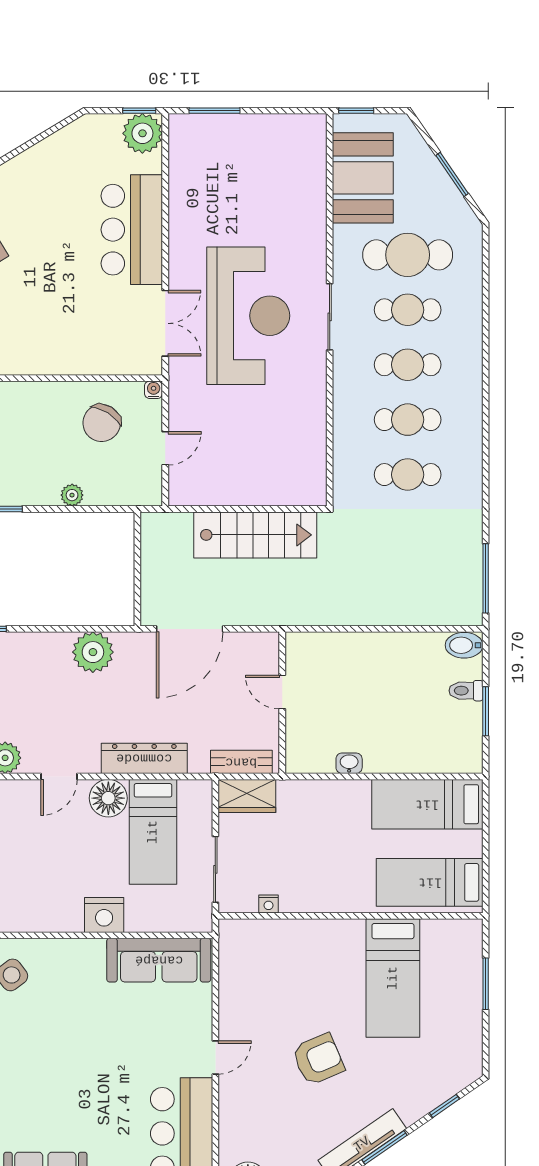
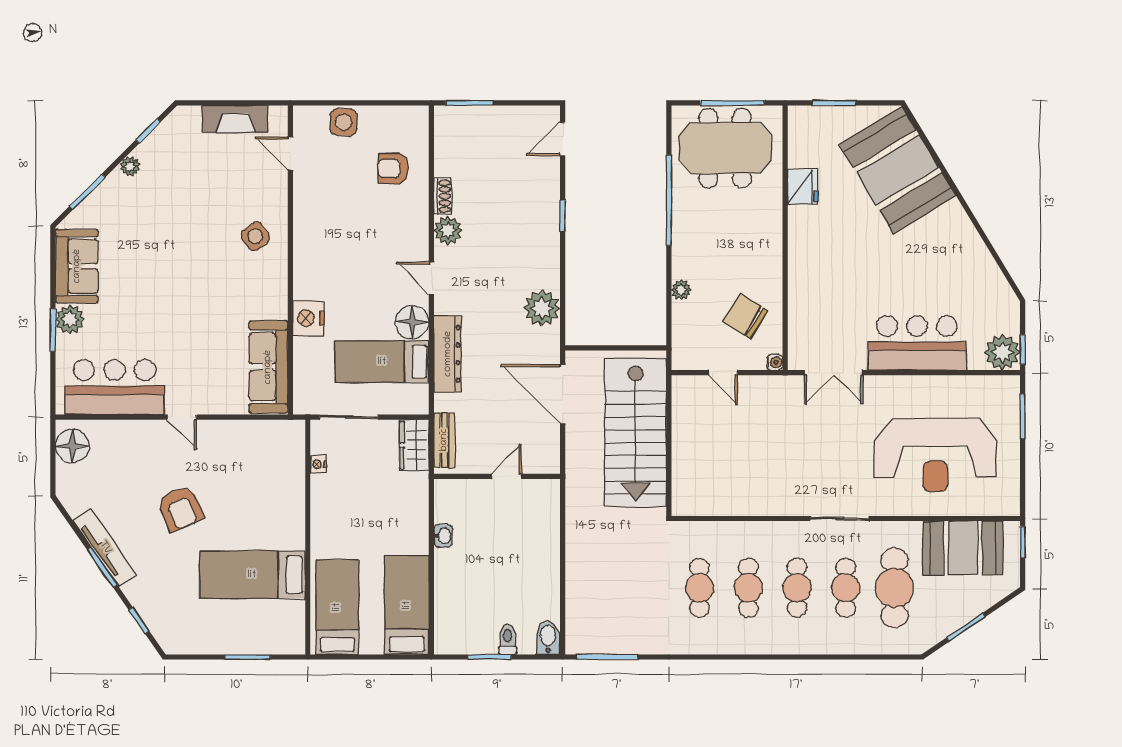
reception desk: (248, 316) -> (935, 455), moved
stairs: (255, 535) -> (635, 433), width x1.36, depth x1.51

